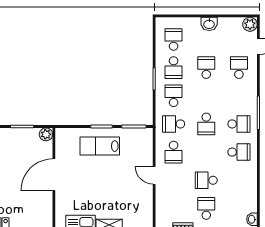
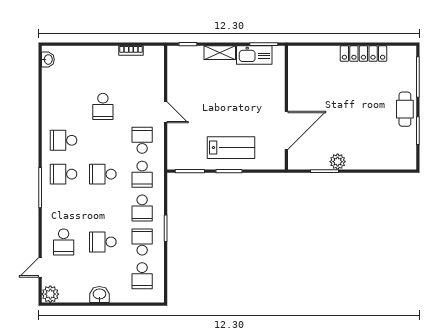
school desk: (206, 68) -> (103, 242), turned 90
school desk: (174, 124) -> (142, 174), turned 90
school desk: (206, 124) -> (103, 174), turned -90
plant: (46, 134) -> (338, 162), moved
door: (54, 175) -> (286, 130), moved
school desk: (206, 180) -> (103, 106), turned 90
school desk: (206, 208) -> (103, 73), removed

